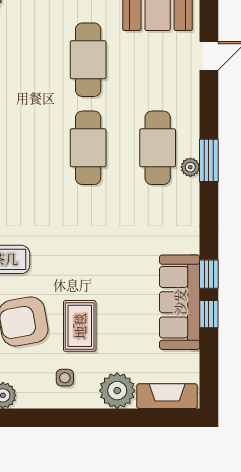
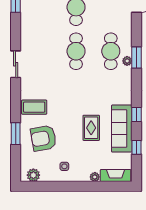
window: (209, 314) -> (136, 147), moved
rug: (80, 326) -> (91, 128), moved
plant: (117, 391) -> (95, 177), width x0.53, depth x0.53

